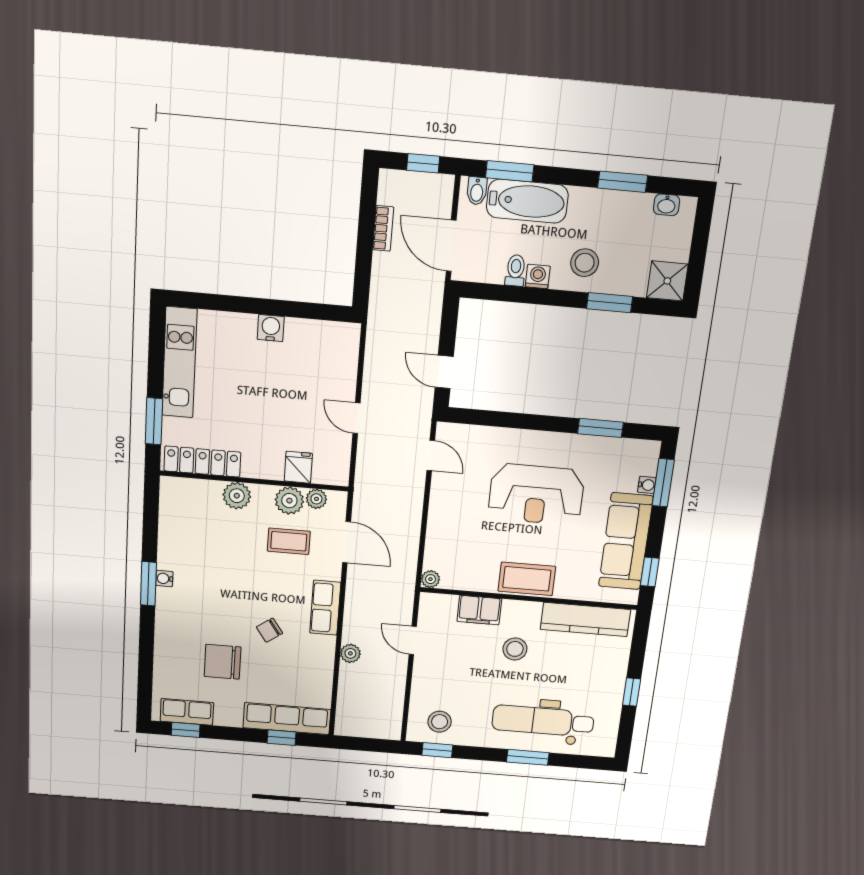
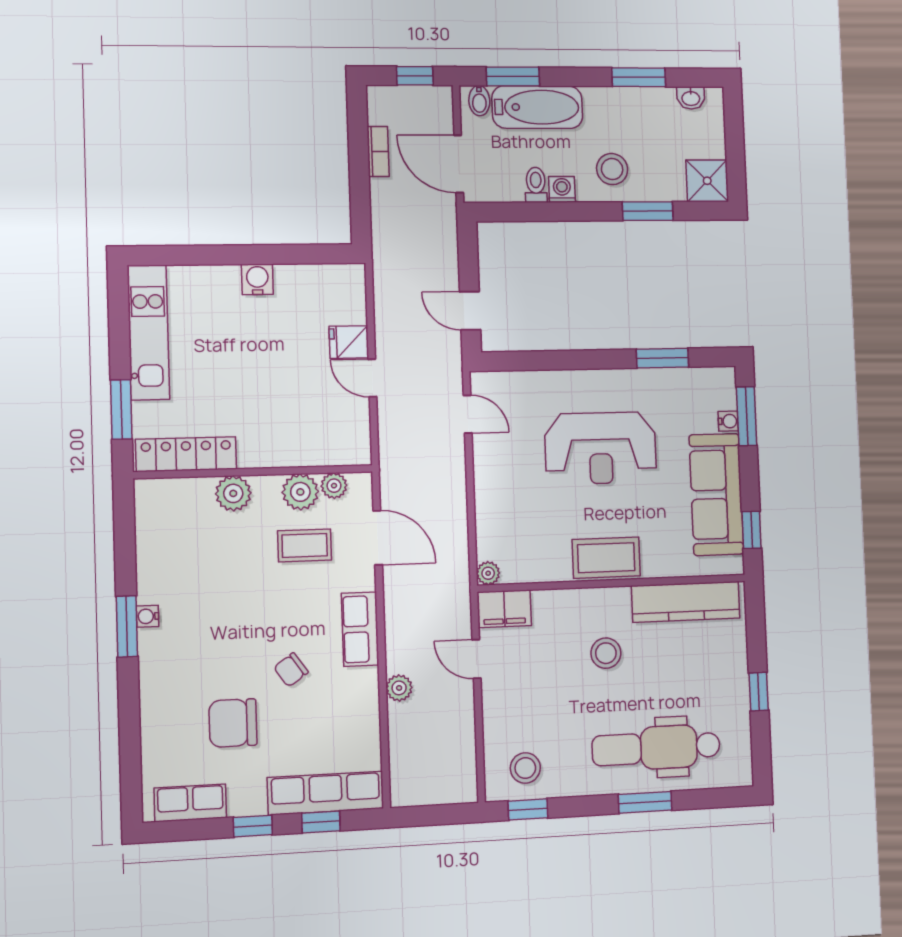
fridge: (298, 467) -> (349, 342), moved, turned -90
filing cabinet: (479, 610) -> (504, 609), moved
window: (186, 730) -> (253, 826), moved

